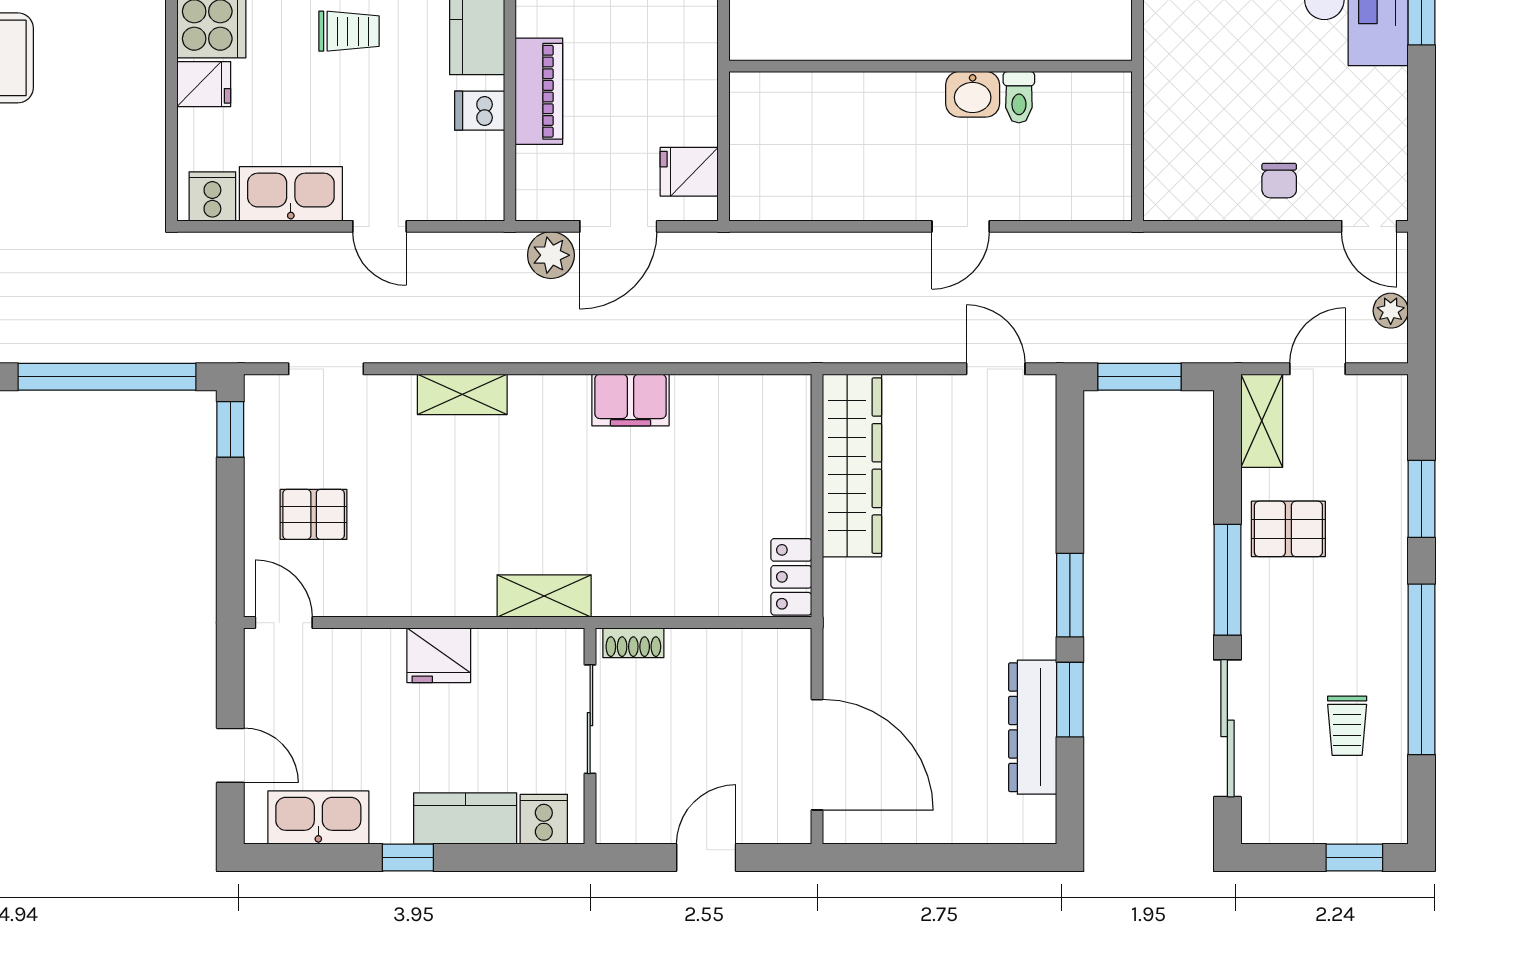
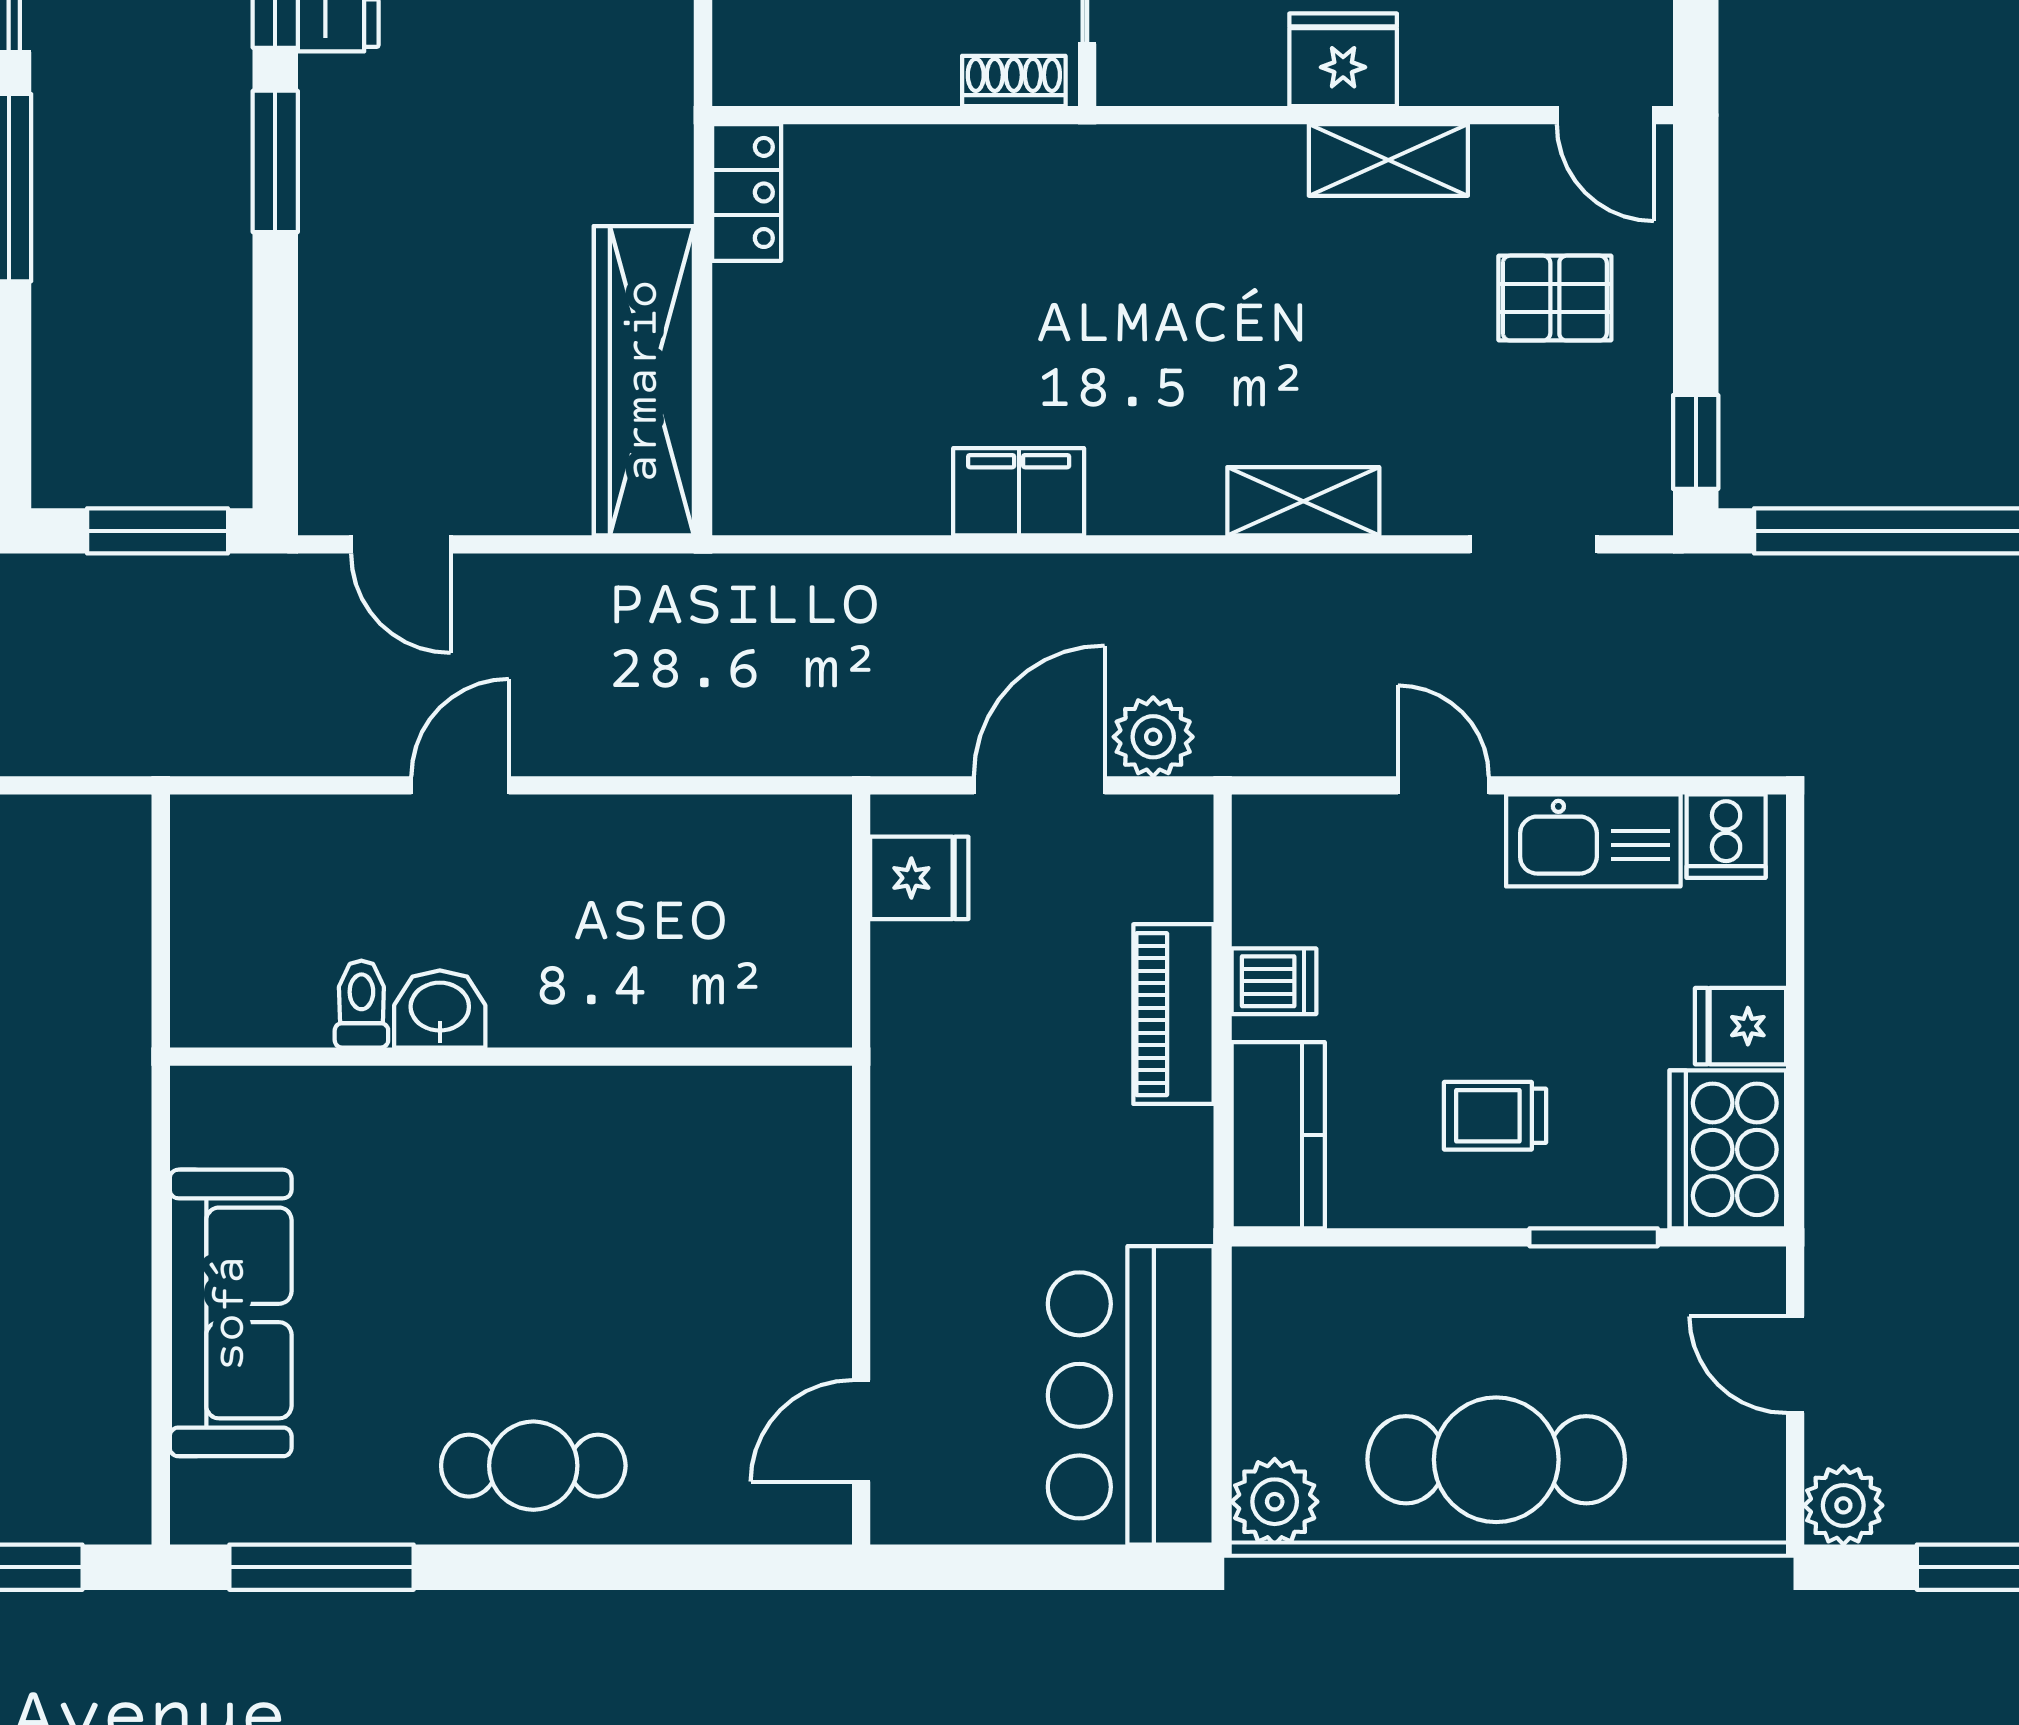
shelving: (544, 596) -> (1388, 160), moved

